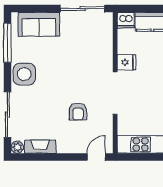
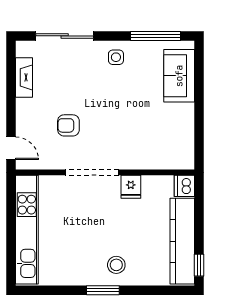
sliding door: (83, 9) -> (199, 131), removed
side table: (24, 74) -> (116, 57), width x0.54, depth x0.54
plant: (17, 147) -> (23, 48), removed

